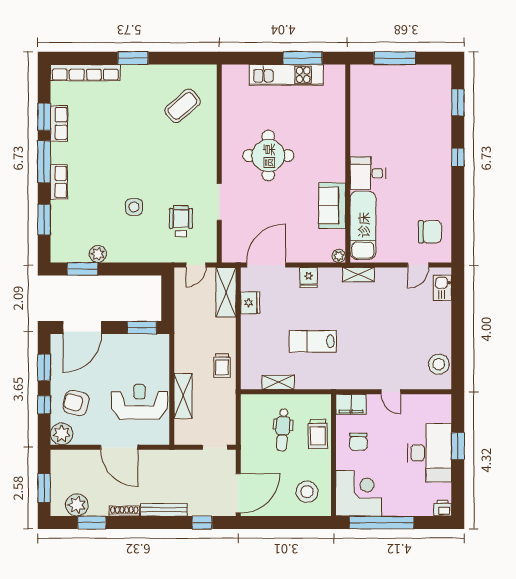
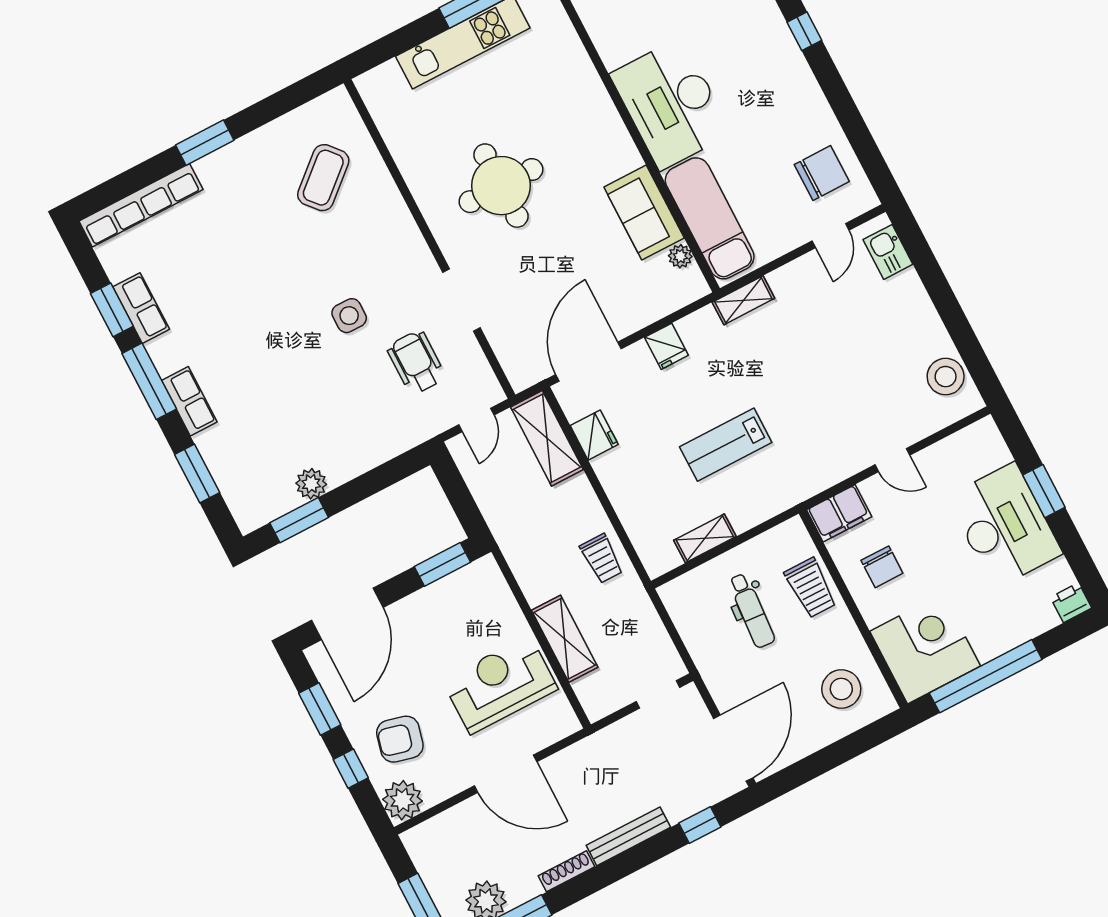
desk: (368, 173) -> (671, 104), width x1.87, depth x1.30
side table: (134, 207) -> (349, 316), moved
plant: (339, 256) -> (680, 256), moved

